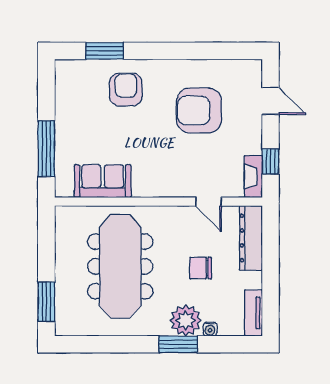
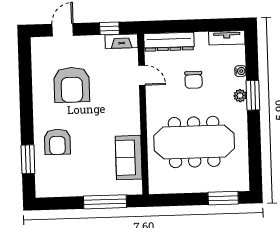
armchair: (126, 89) -> (57, 142), turned -90
door: (208, 202) -> (142, 75), hinge flipped
plant: (186, 320) -> (240, 96), width x0.53, depth x0.53

